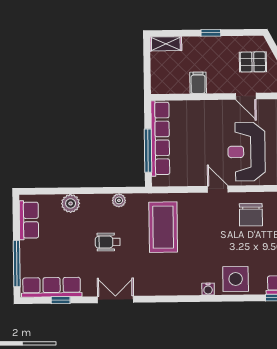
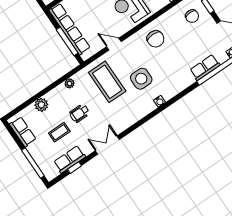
door: (218, 189) -> (114, 44), moved
coffee table: (70, 248) -> (59, 132), added
side table: (236, 279) -> (141, 79), moved
row of seats: (52, 287) -> (70, 159), width x0.68

